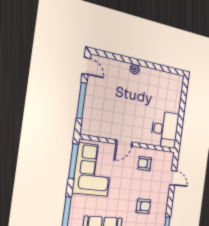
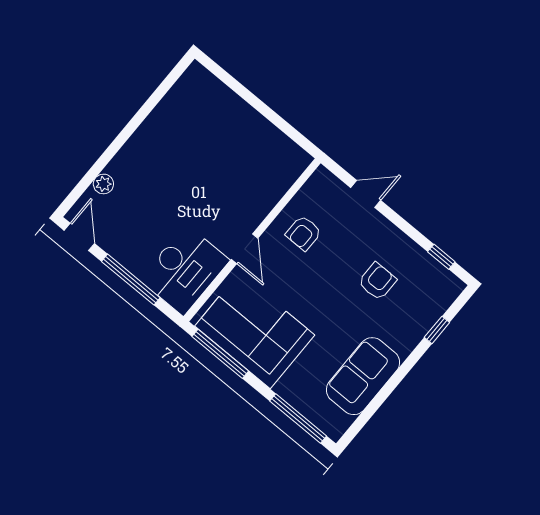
door: (86, 66) -> (79, 237), hinge flipped
plant: (135, 69) -> (103, 184), moved
desk: (165, 129) -> (185, 270), moved, turned 90

